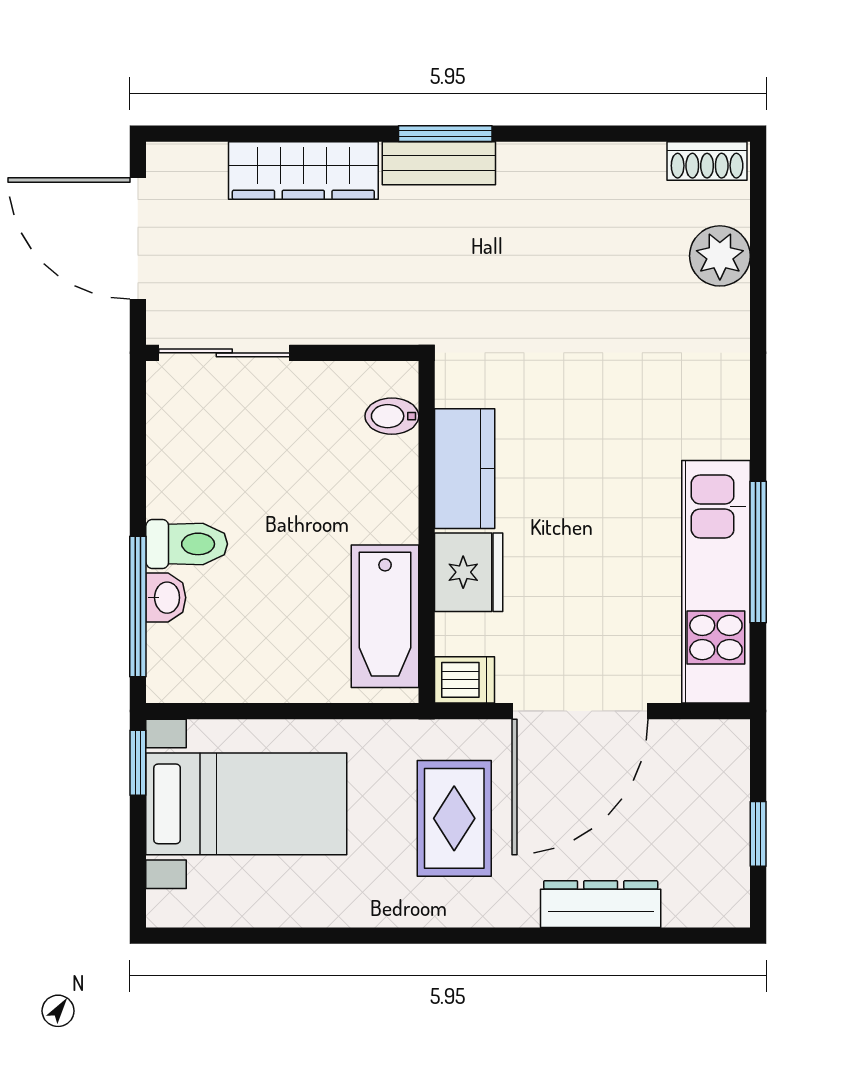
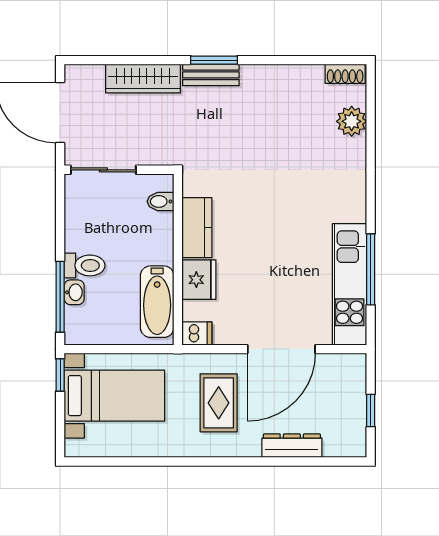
bidet: (392, 416) -> (161, 201), moved
kitchen counter: (465, 469) -> (197, 228), moved
wall: (427, 532) -> (178, 259), moved
fridge: (469, 572) -> (199, 280), moved
bathtub: (385, 616) -> (157, 302), moved
dishwasher: (465, 680) -> (197, 333), moved

